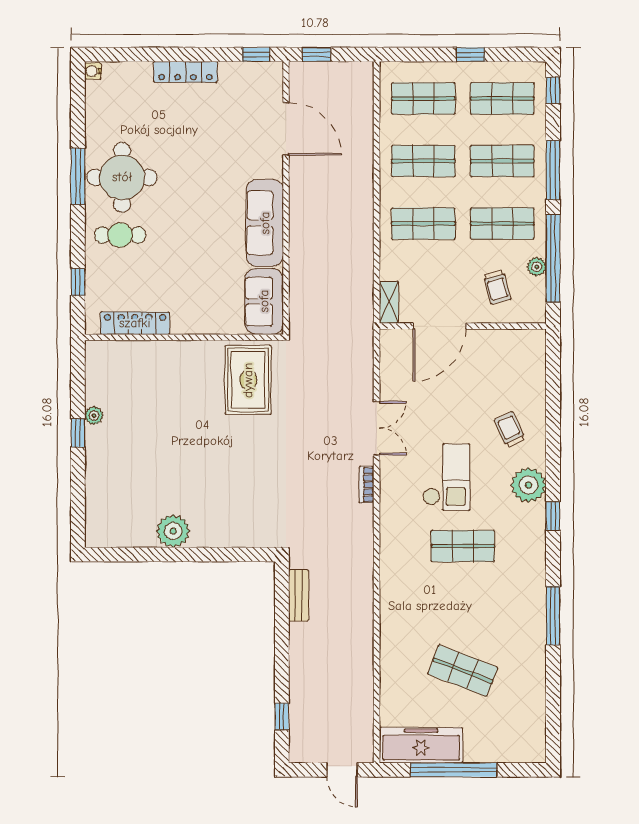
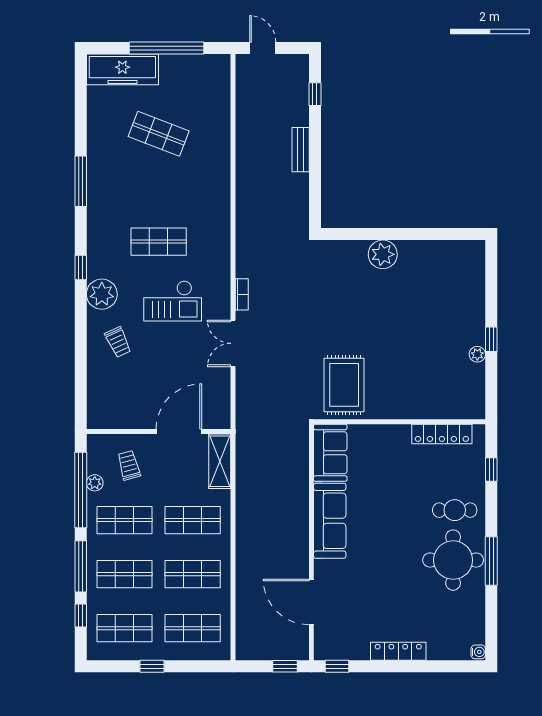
window: (553, 90) -> (81, 615), moved
shelving: (389, 302) -> (220, 461), width x1.50, depth x1.33
checkout: (446, 477) -> (173, 301), turned -90
plant: (173, 531) -> (383, 254), moved
bench: (299, 595) -> (301, 150), moved
freezer: (421, 745) -> (122, 69), moved

